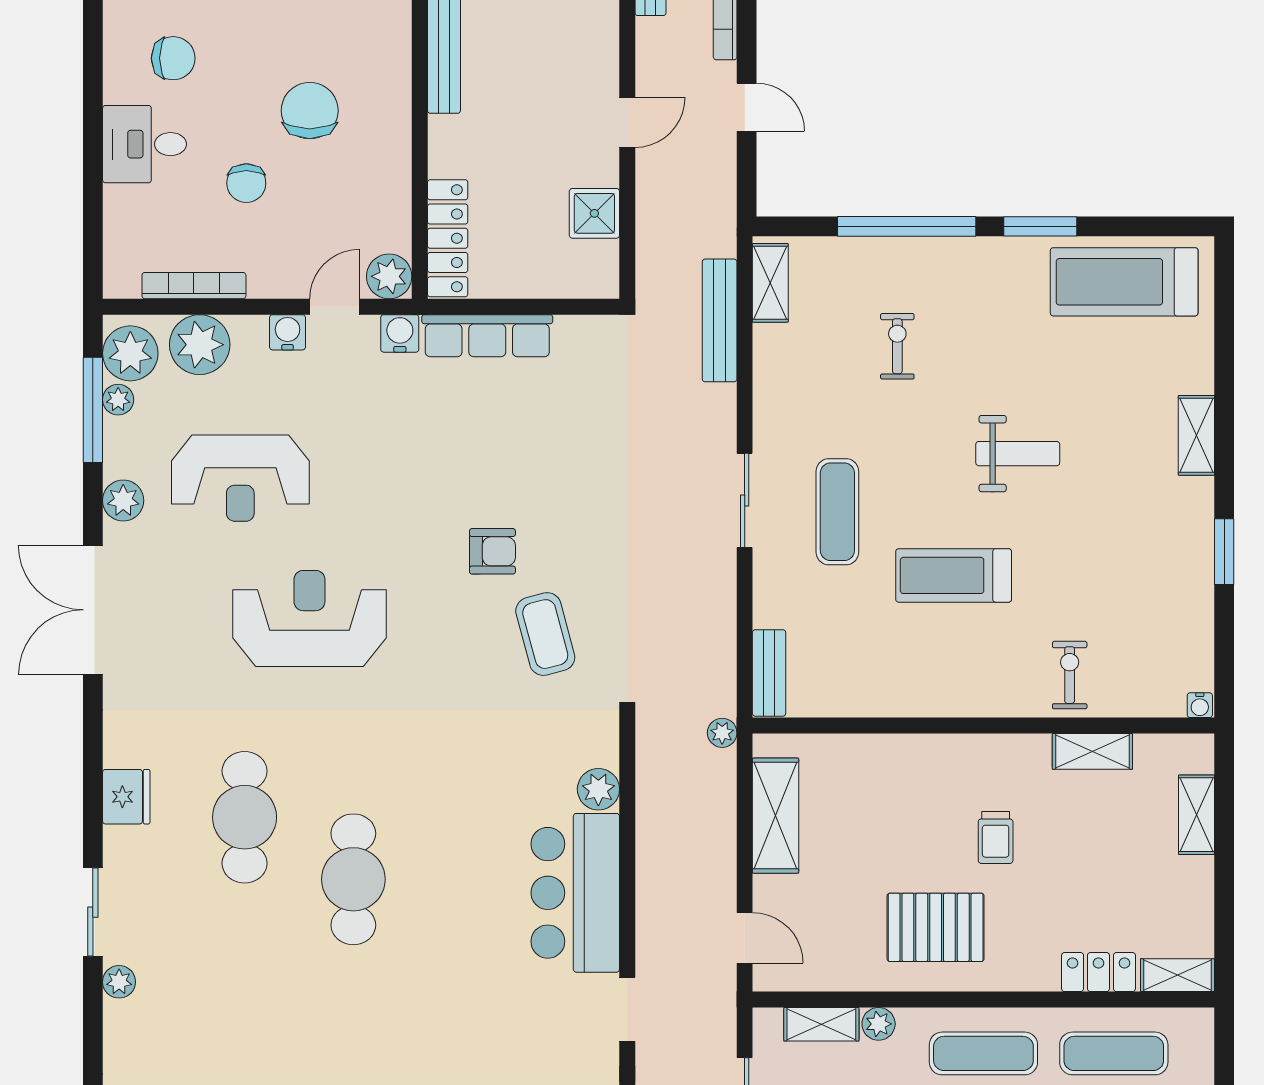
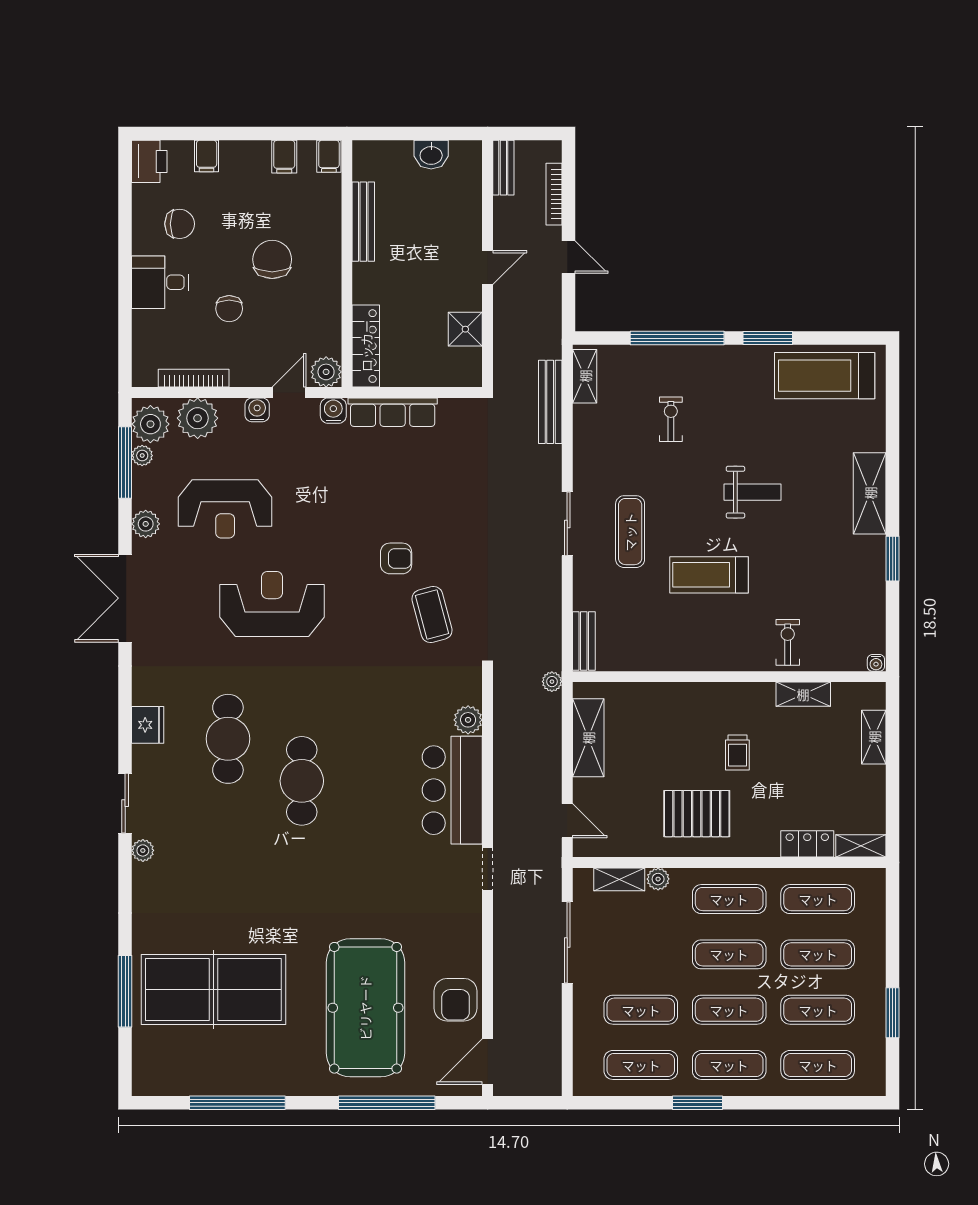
shelving: (1196, 435) -> (870, 493), width x1.50, depth x1.33

